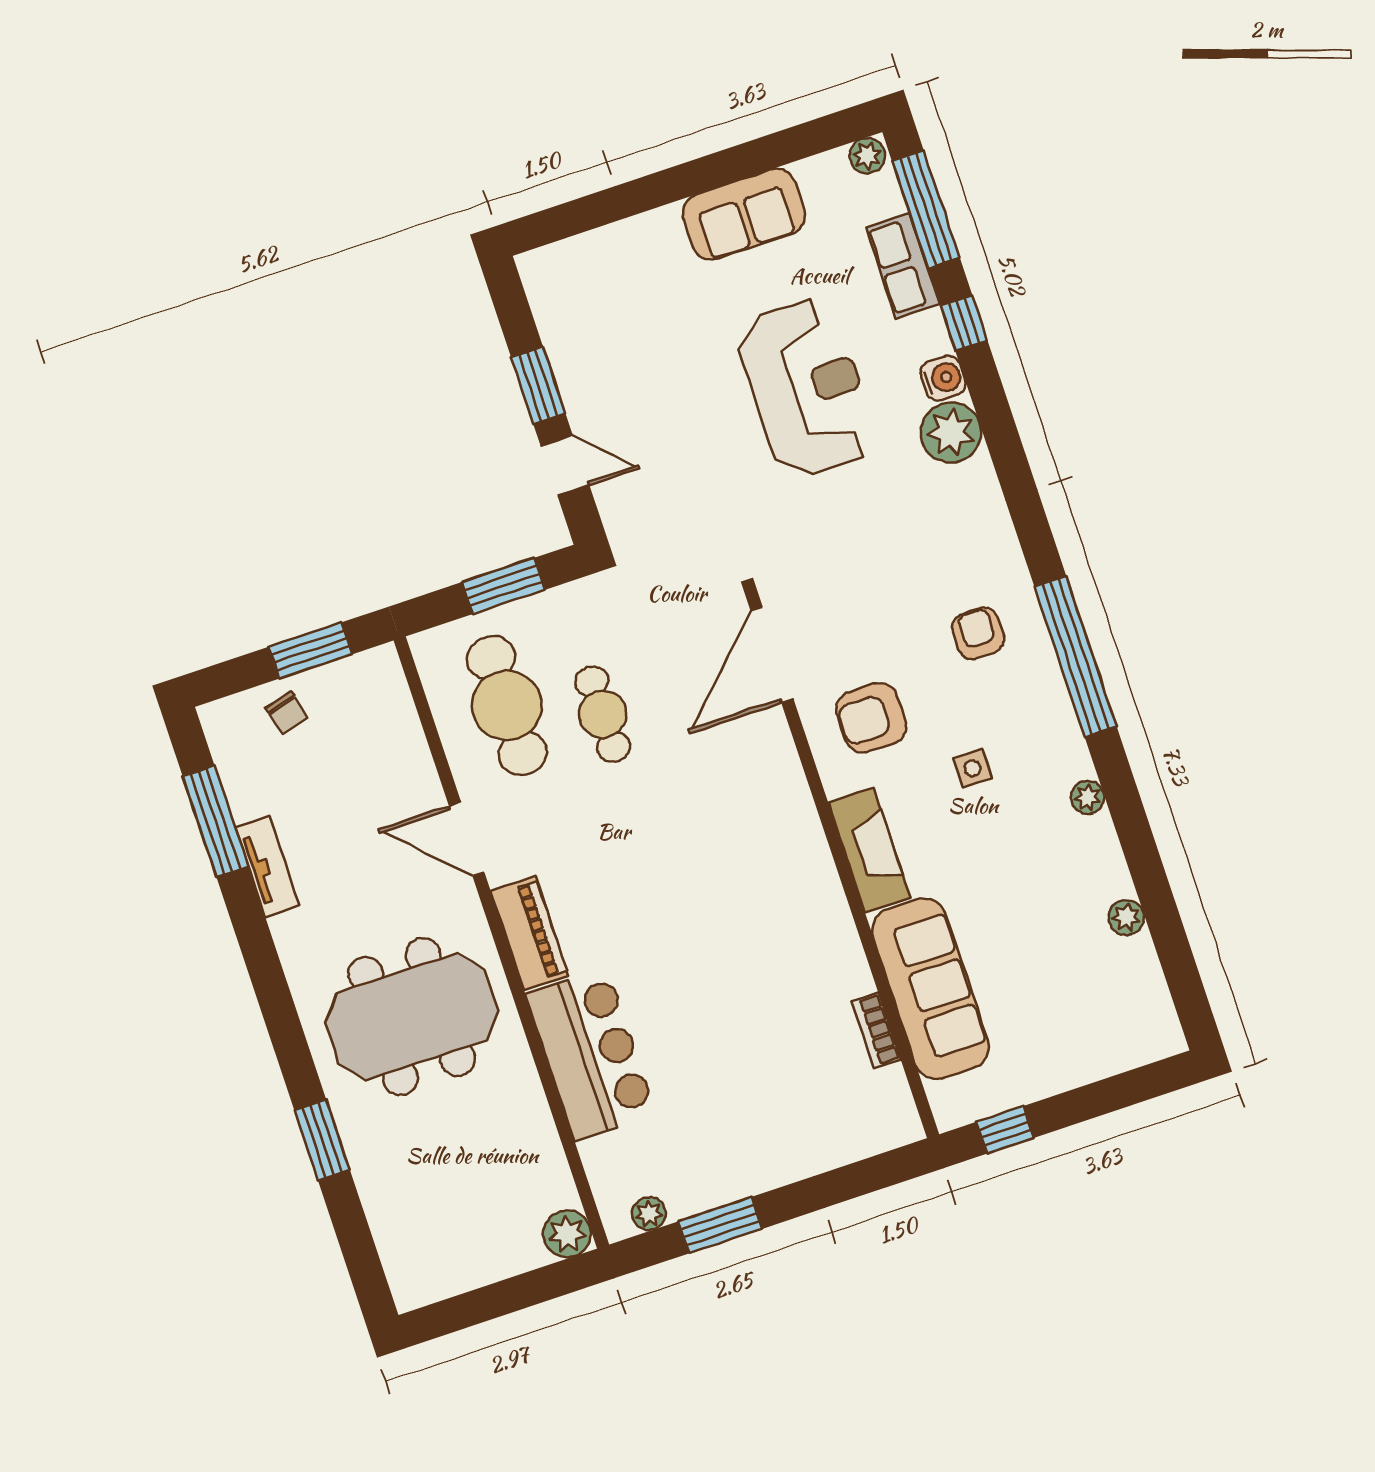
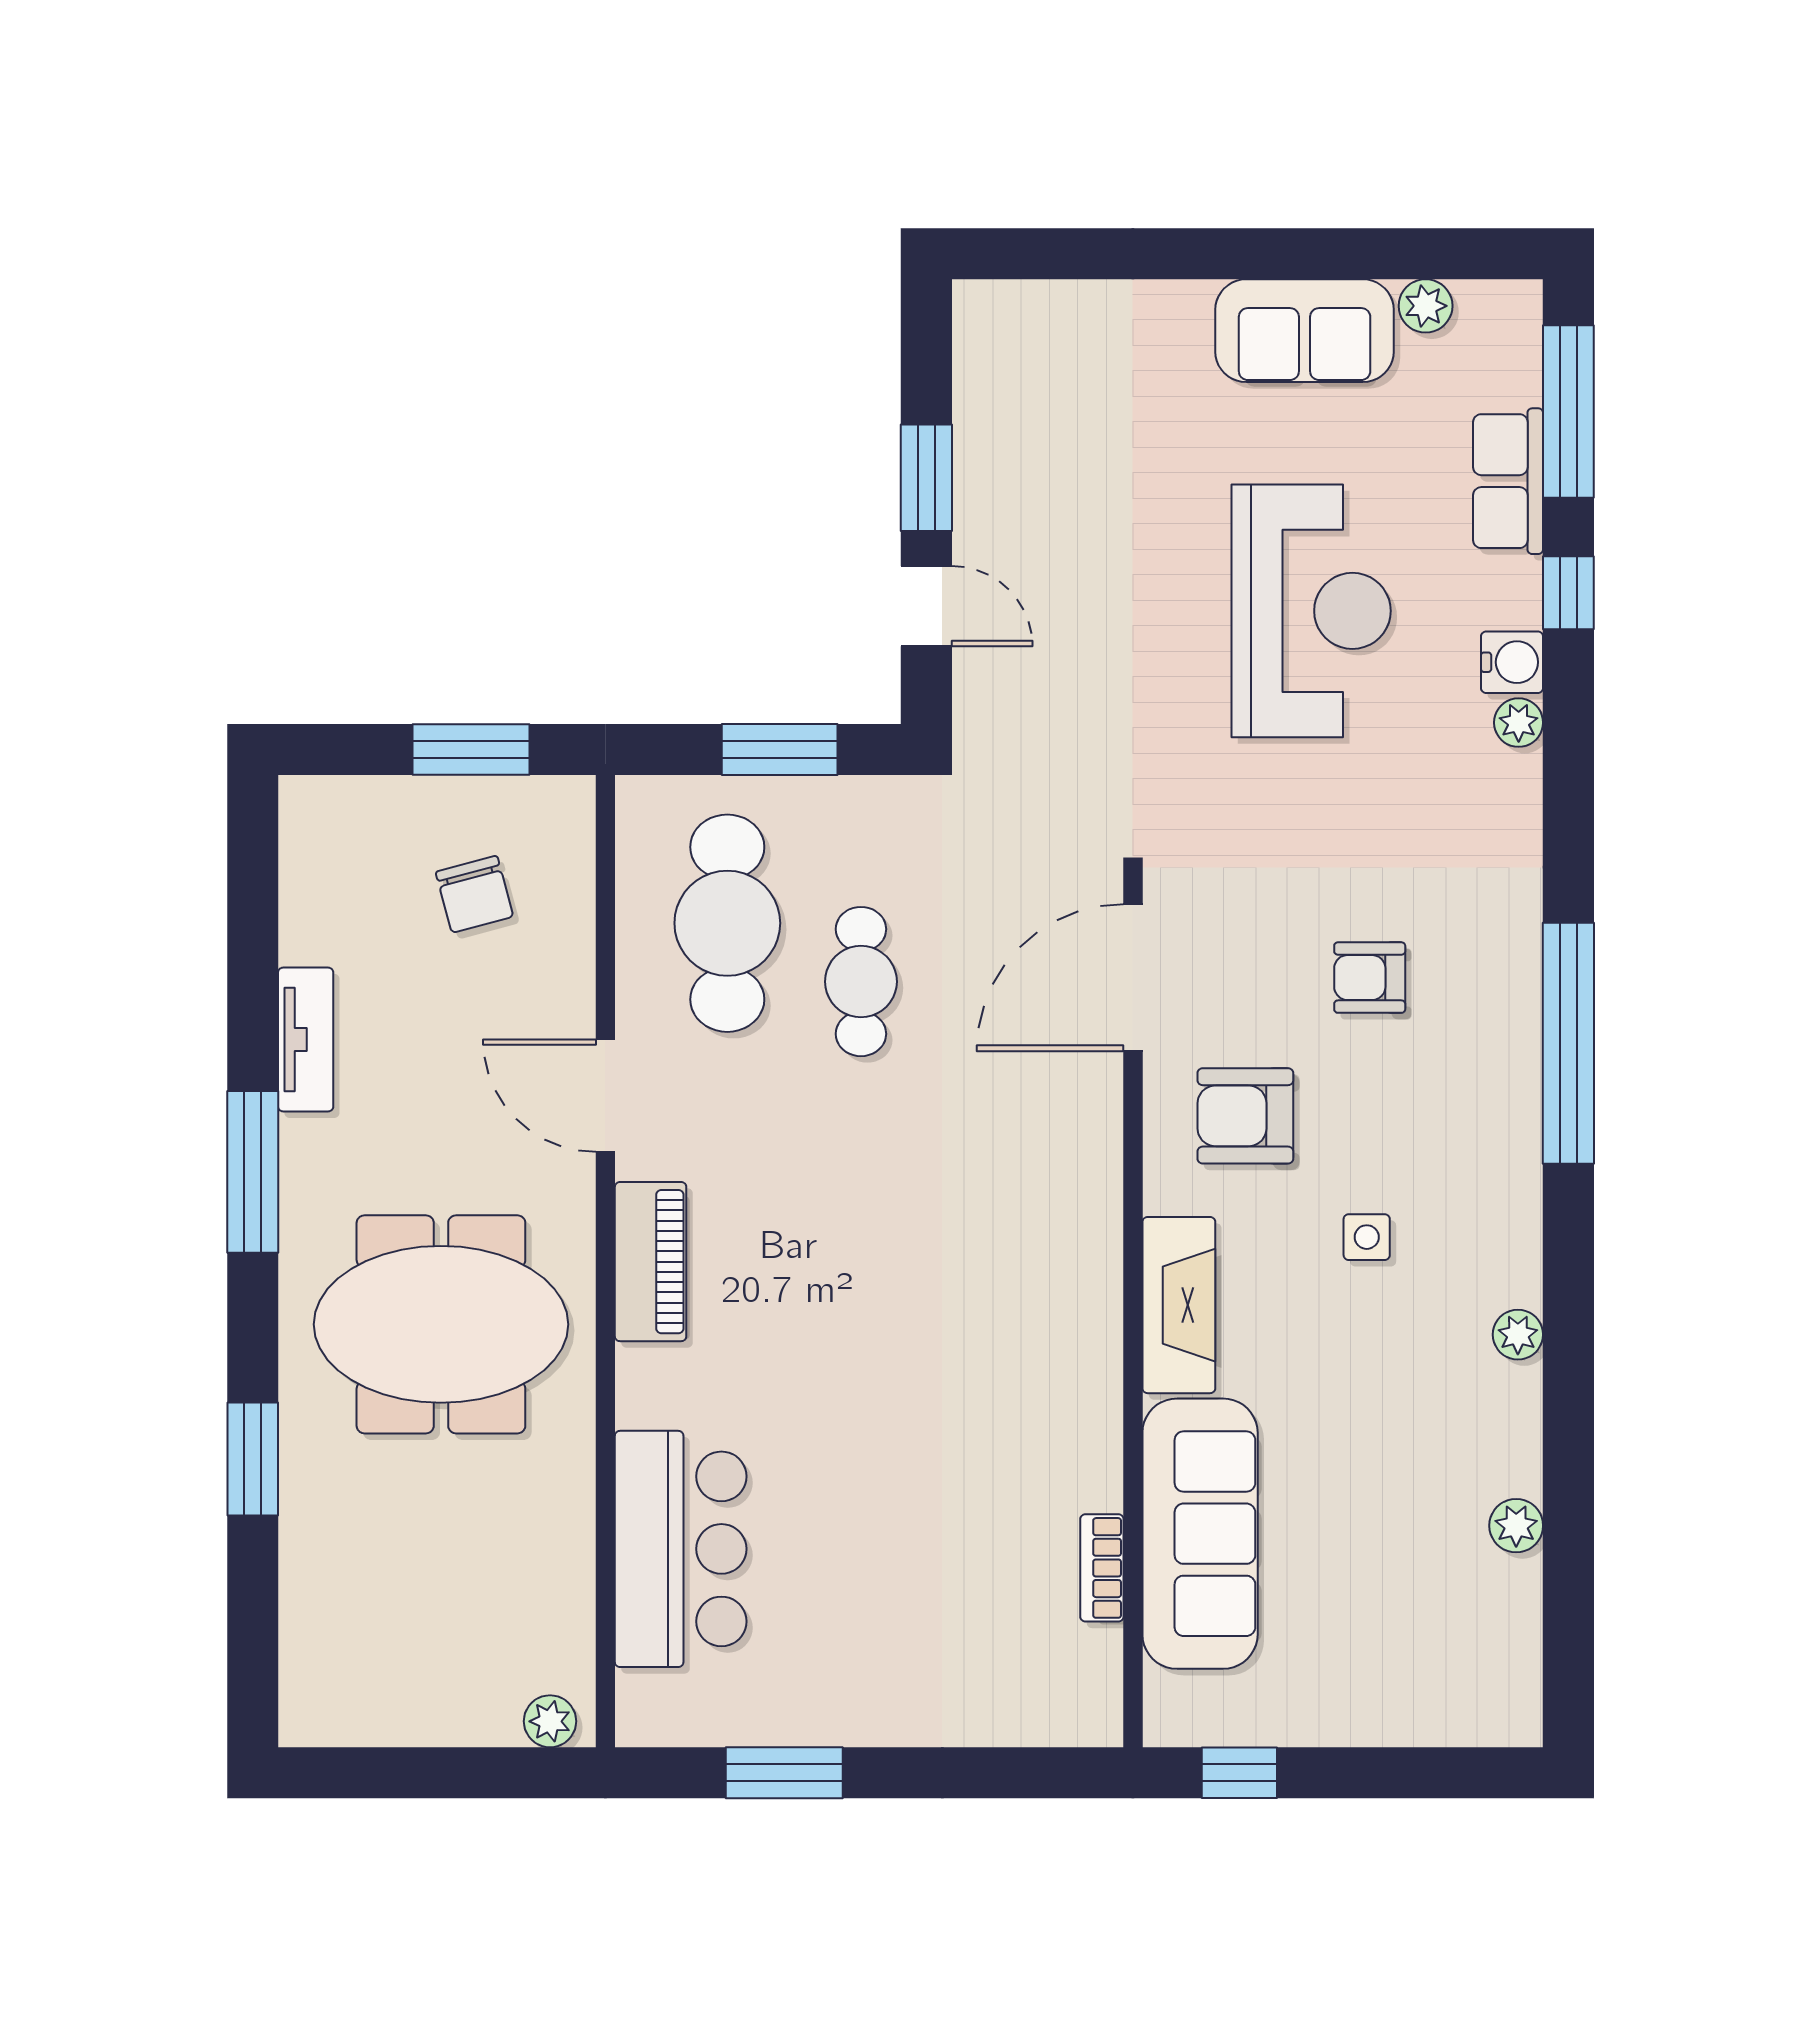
plant: (867, 156) -> (1426, 306), moved
plant: (951, 432) -> (1519, 723), width x0.53, depth x0.53
armchair: (978, 633) -> (1370, 978), moved, turned -90
window: (1075, 657) -> (1568, 1043), moved
chair: (287, 713) -> (474, 894), moved, width x1.37, depth x1.37
window: (215, 821) -> (253, 1172), moved
bar counter: (591, 1054) -> (681, 1549), moved
plant: (649, 1214) -> (687, 1722), removed
plant: (567, 1234) -> (550, 1721), width x0.73, depth x0.73

